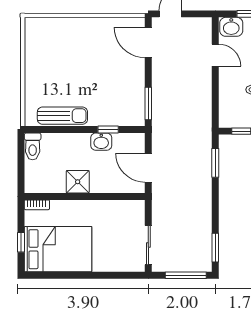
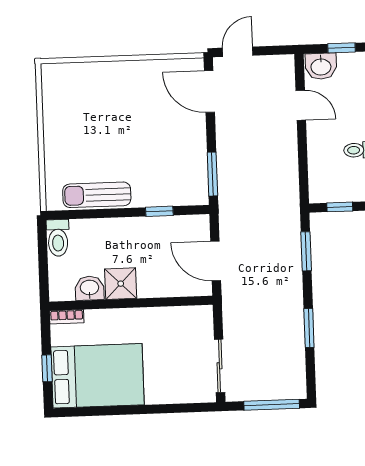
sun lounger: (62, 116) -> (97, 195), turned 180
washbasin: (101, 142) -> (89, 288), moved, turned 180
window: (215, 248) -> (309, 328), moved

